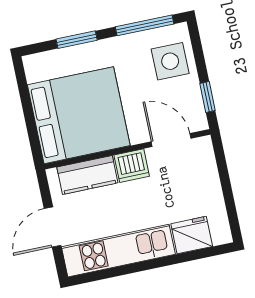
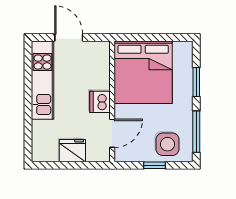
window: (208, 97) -> (155, 165), moved
kitchen counter: (87, 175) -> (100, 70), removed
fridge: (192, 235) -> (72, 151), moved, turned -90

